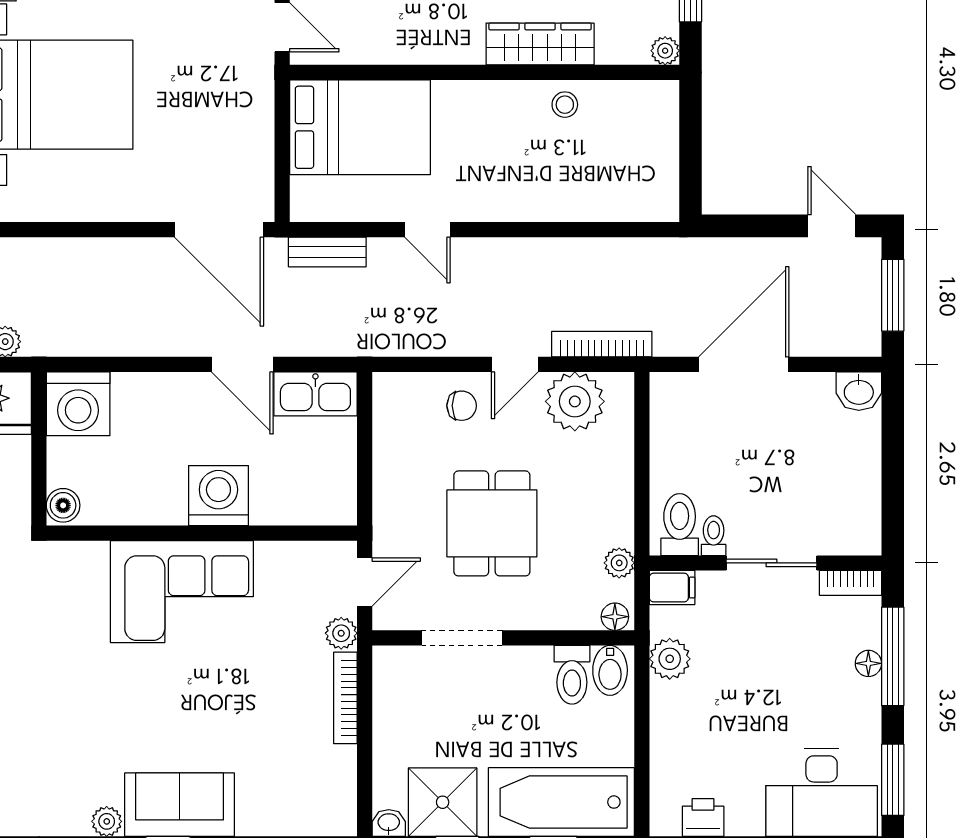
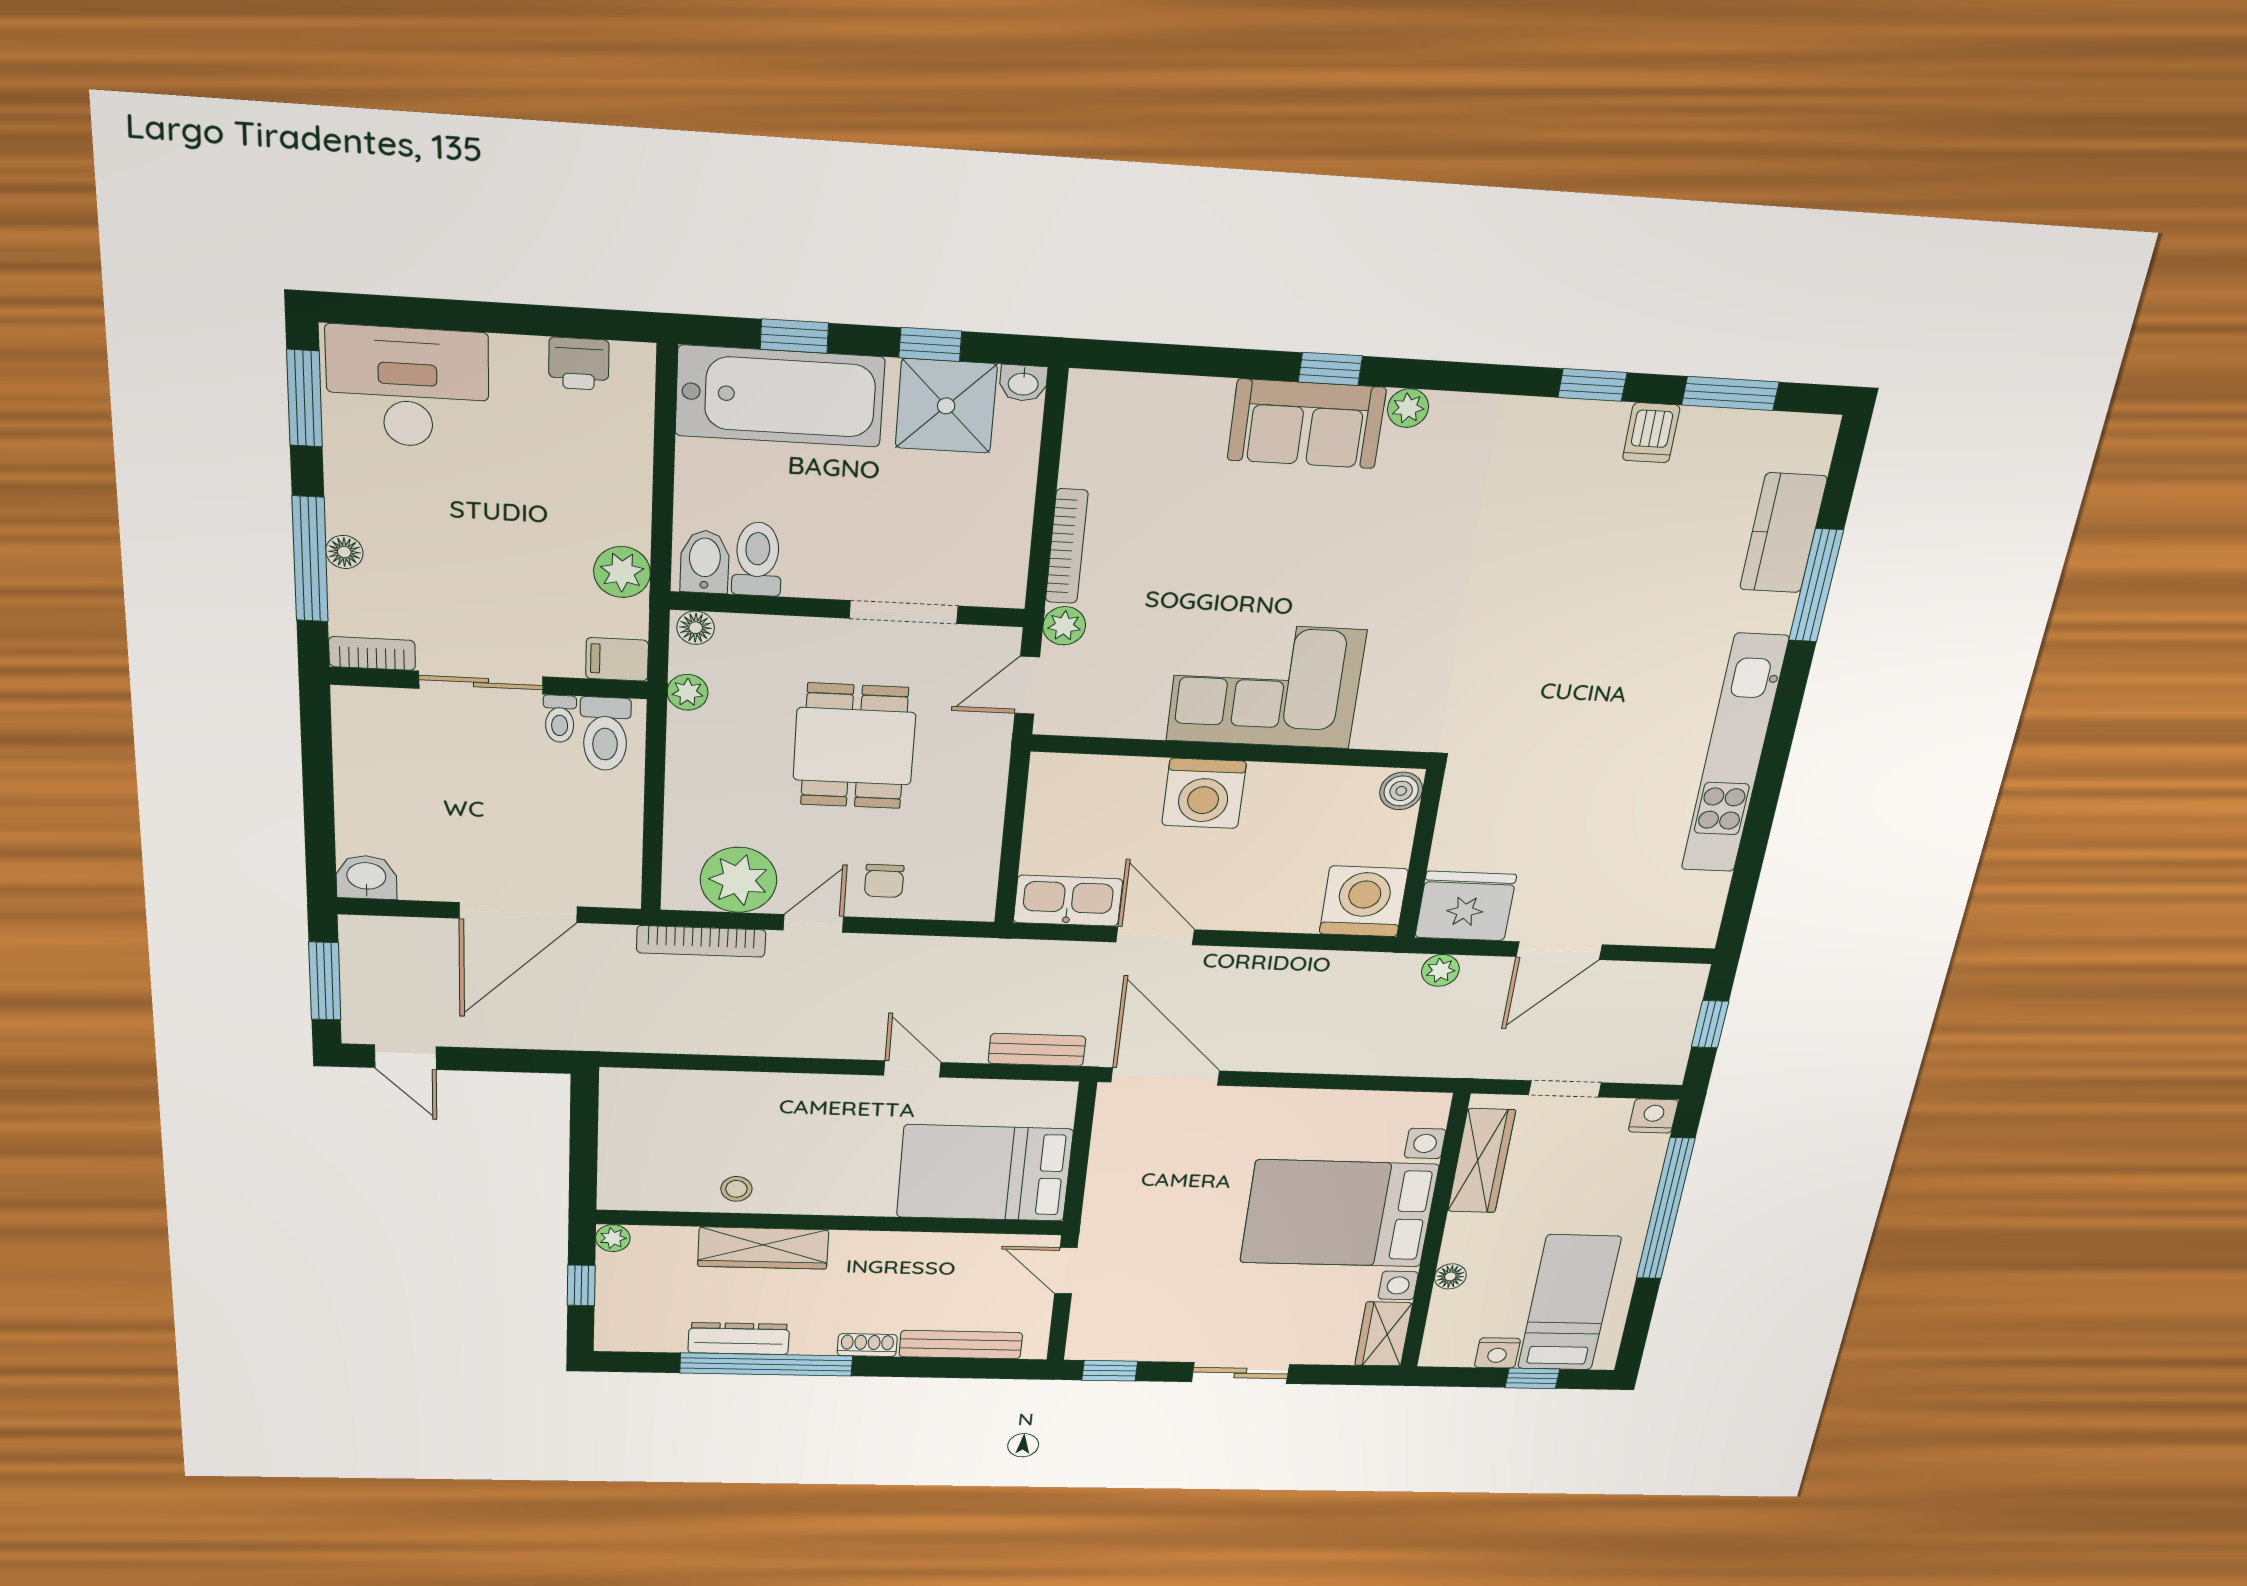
chair: (462, 406) -> (884, 881), turned -90

